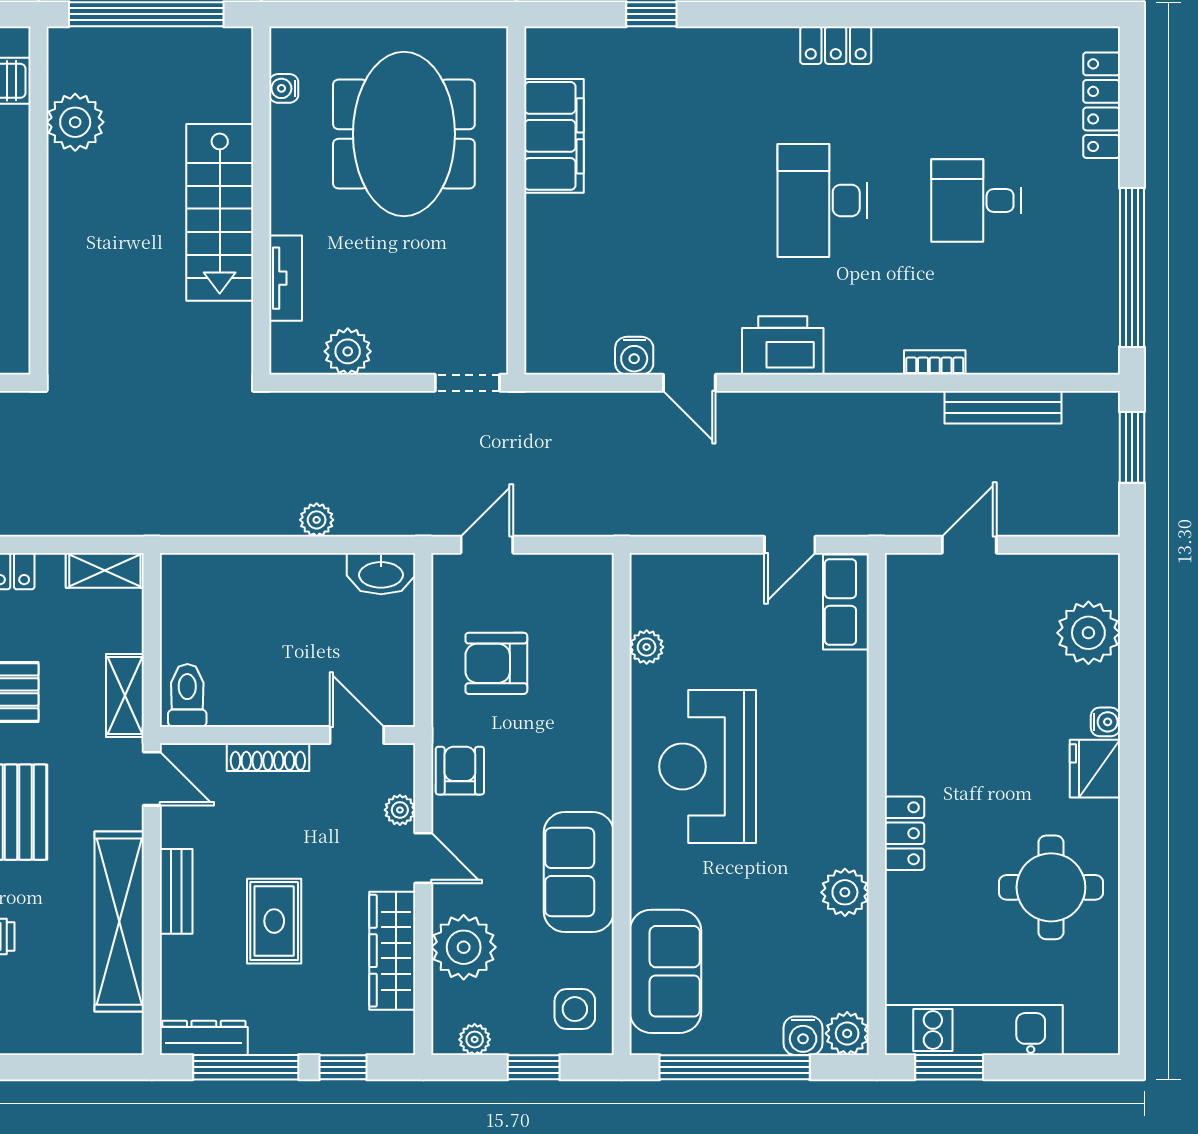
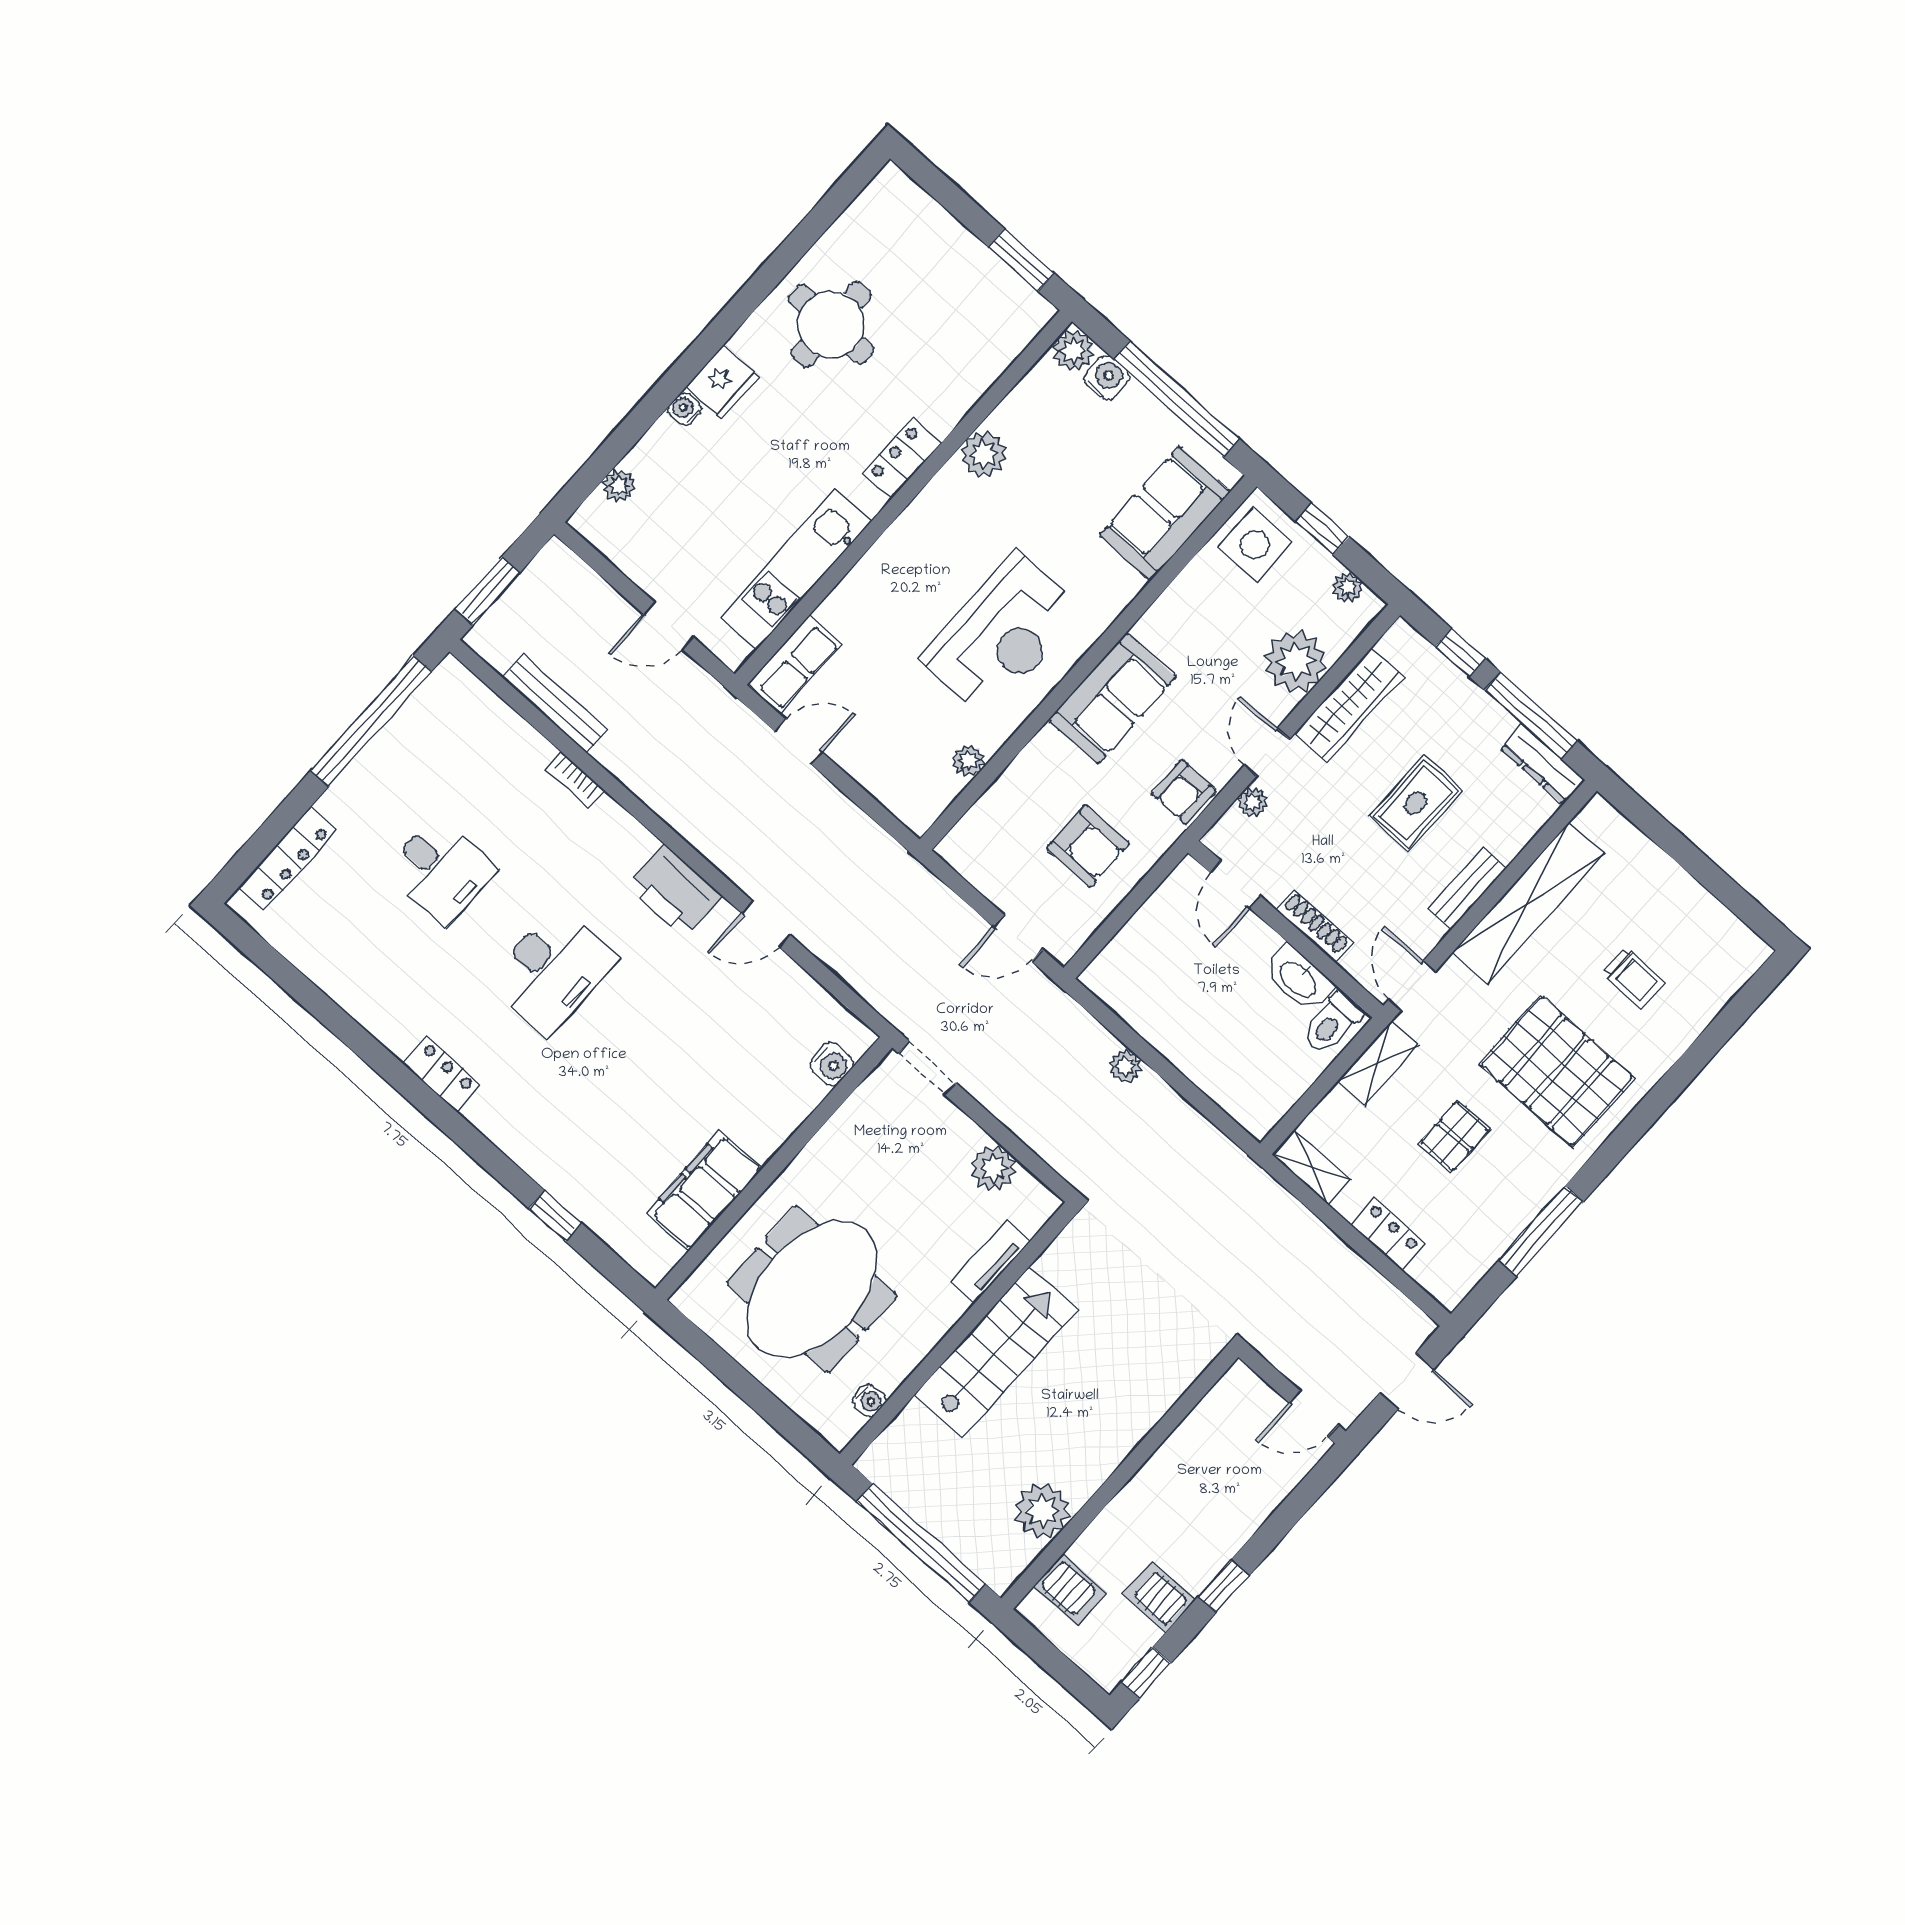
water cooler: (634, 356) -> (832, 1064), moved, turned 90
door: (689, 383) -> (766, 924), swing flipped
washbasin: (381, 574) -> (1299, 978), moved, turned 180
plant: (1088, 633) -> (619, 486), width x0.53, depth x0.53
sofa: (579, 872) -> (1112, 699), moved
side table: (575, 1009) -> (1255, 545), width x1.37, depth x1.37
kitchen unit: (974, 1030) -> (796, 569), moved, turned 90

